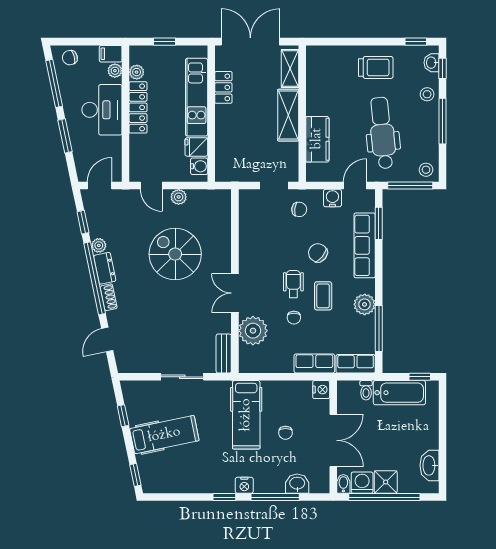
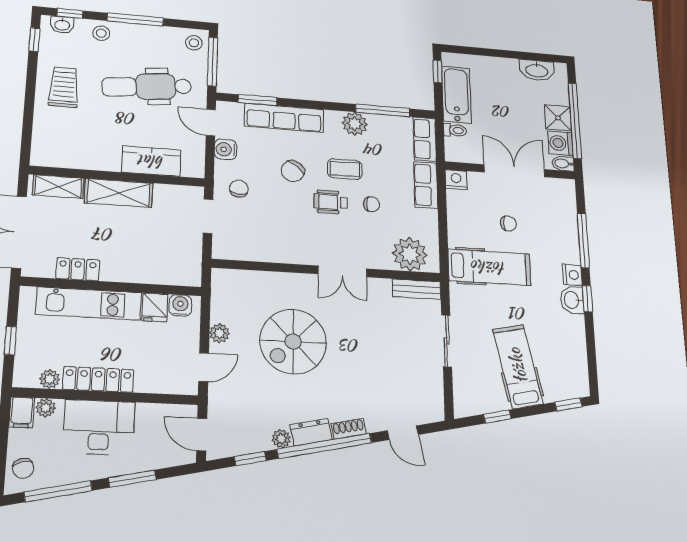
plant: (253, 331) -> (410, 254), moved
washbasin: (297, 484) -> (572, 300), moved

